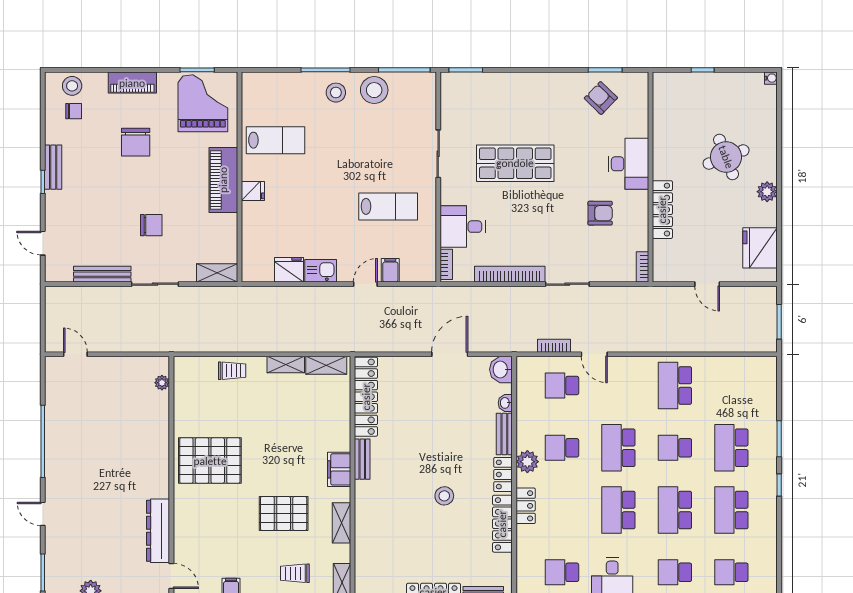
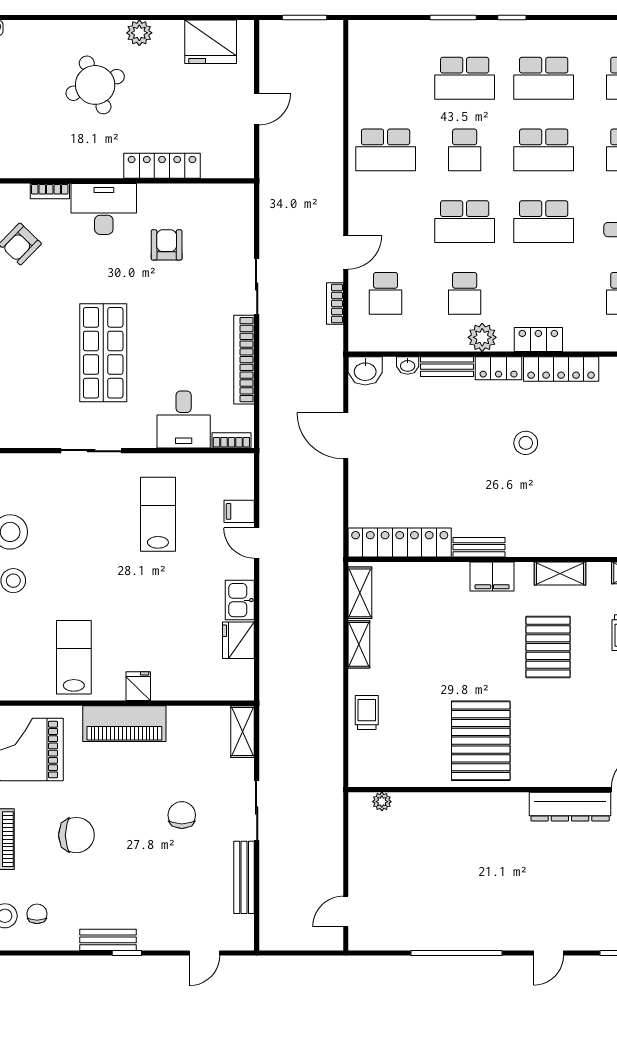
bookcase: (642, 267) -> (50, 191), moved

